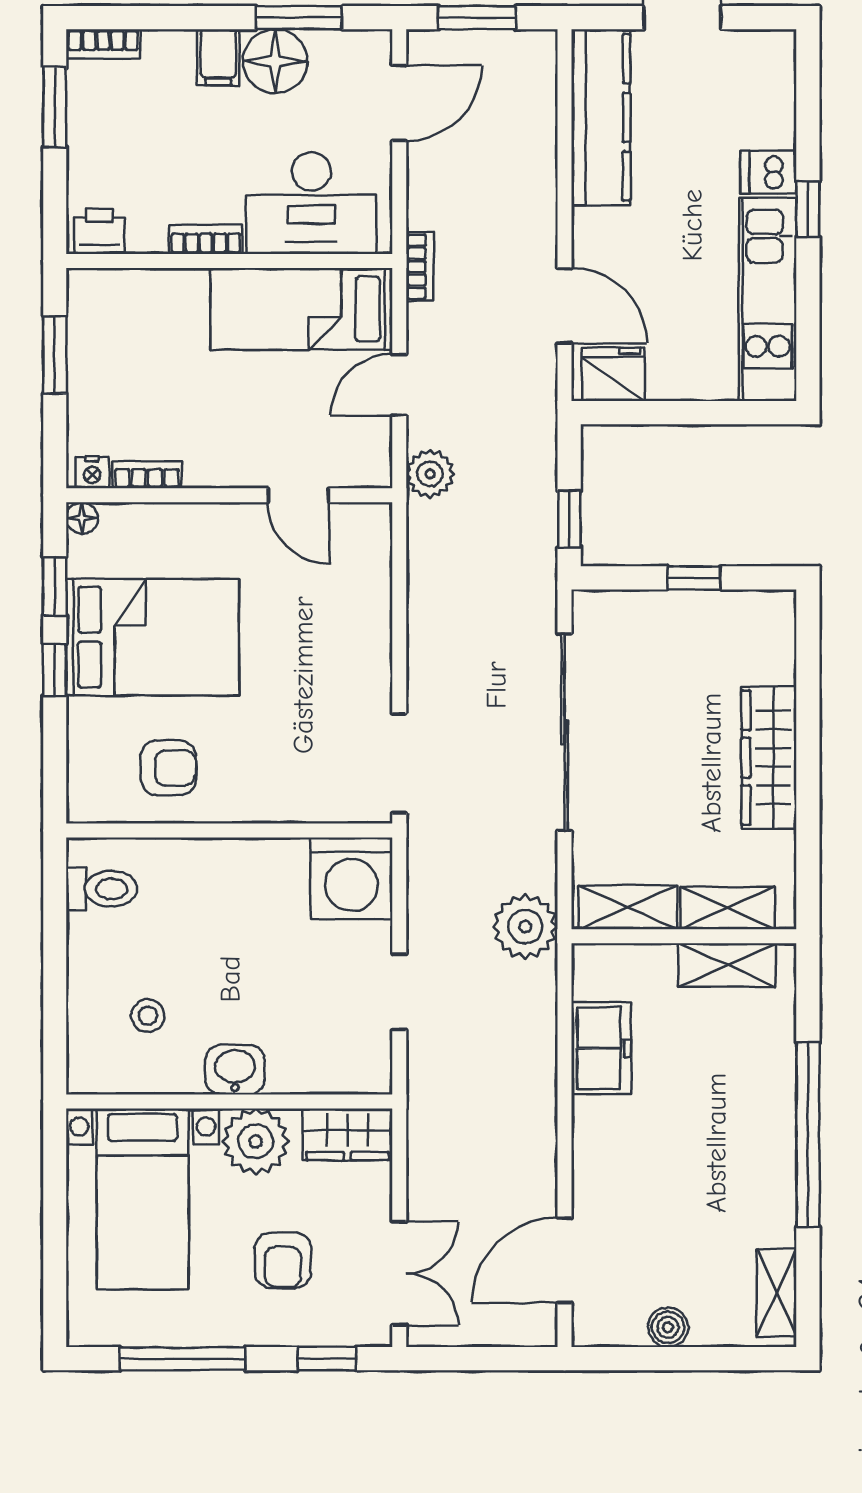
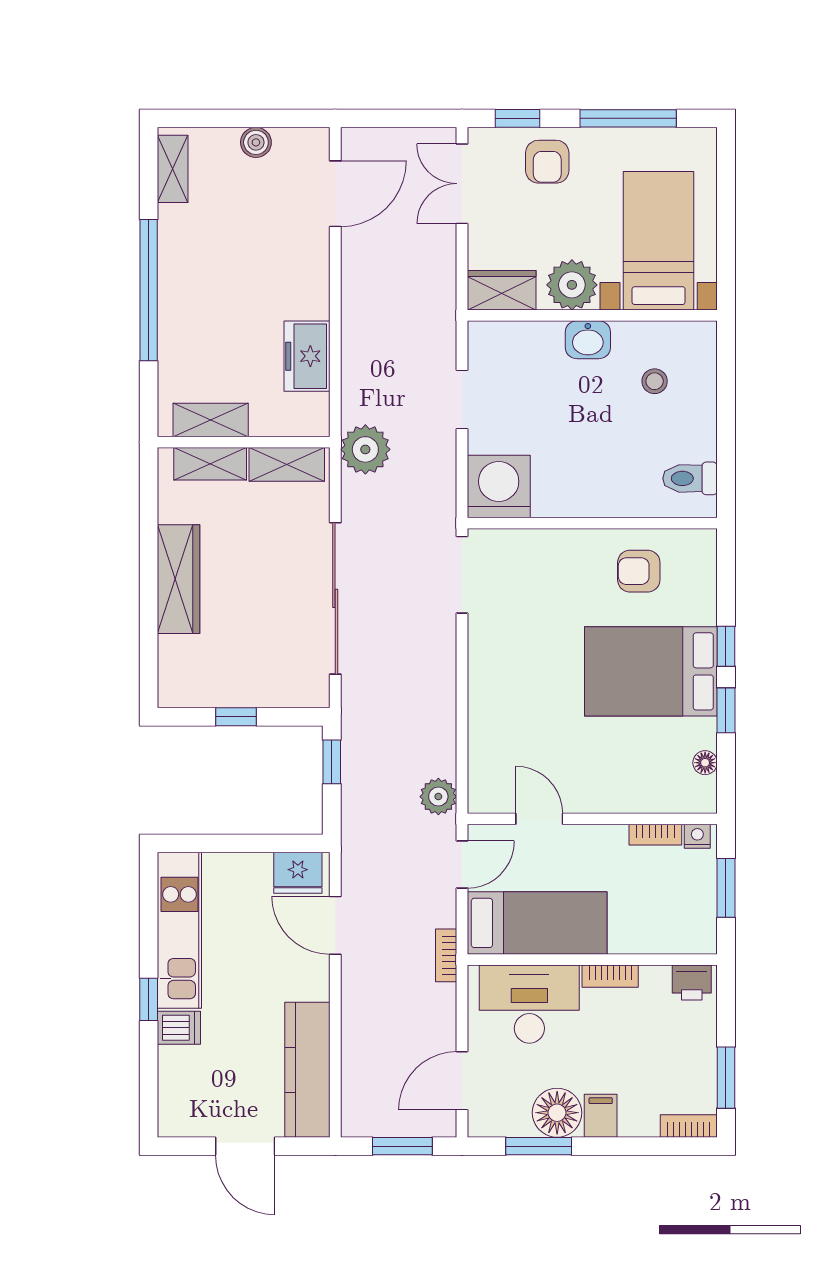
nightstand: (92, 473) -> (697, 836), moved
bookcase: (147, 475) -> (655, 835), moved
wall: (229, 495) -> (592, 819), moved
door: (298, 495) -> (539, 819), moved
armchair: (283, 1260) -> (547, 162), moved, turned 180

